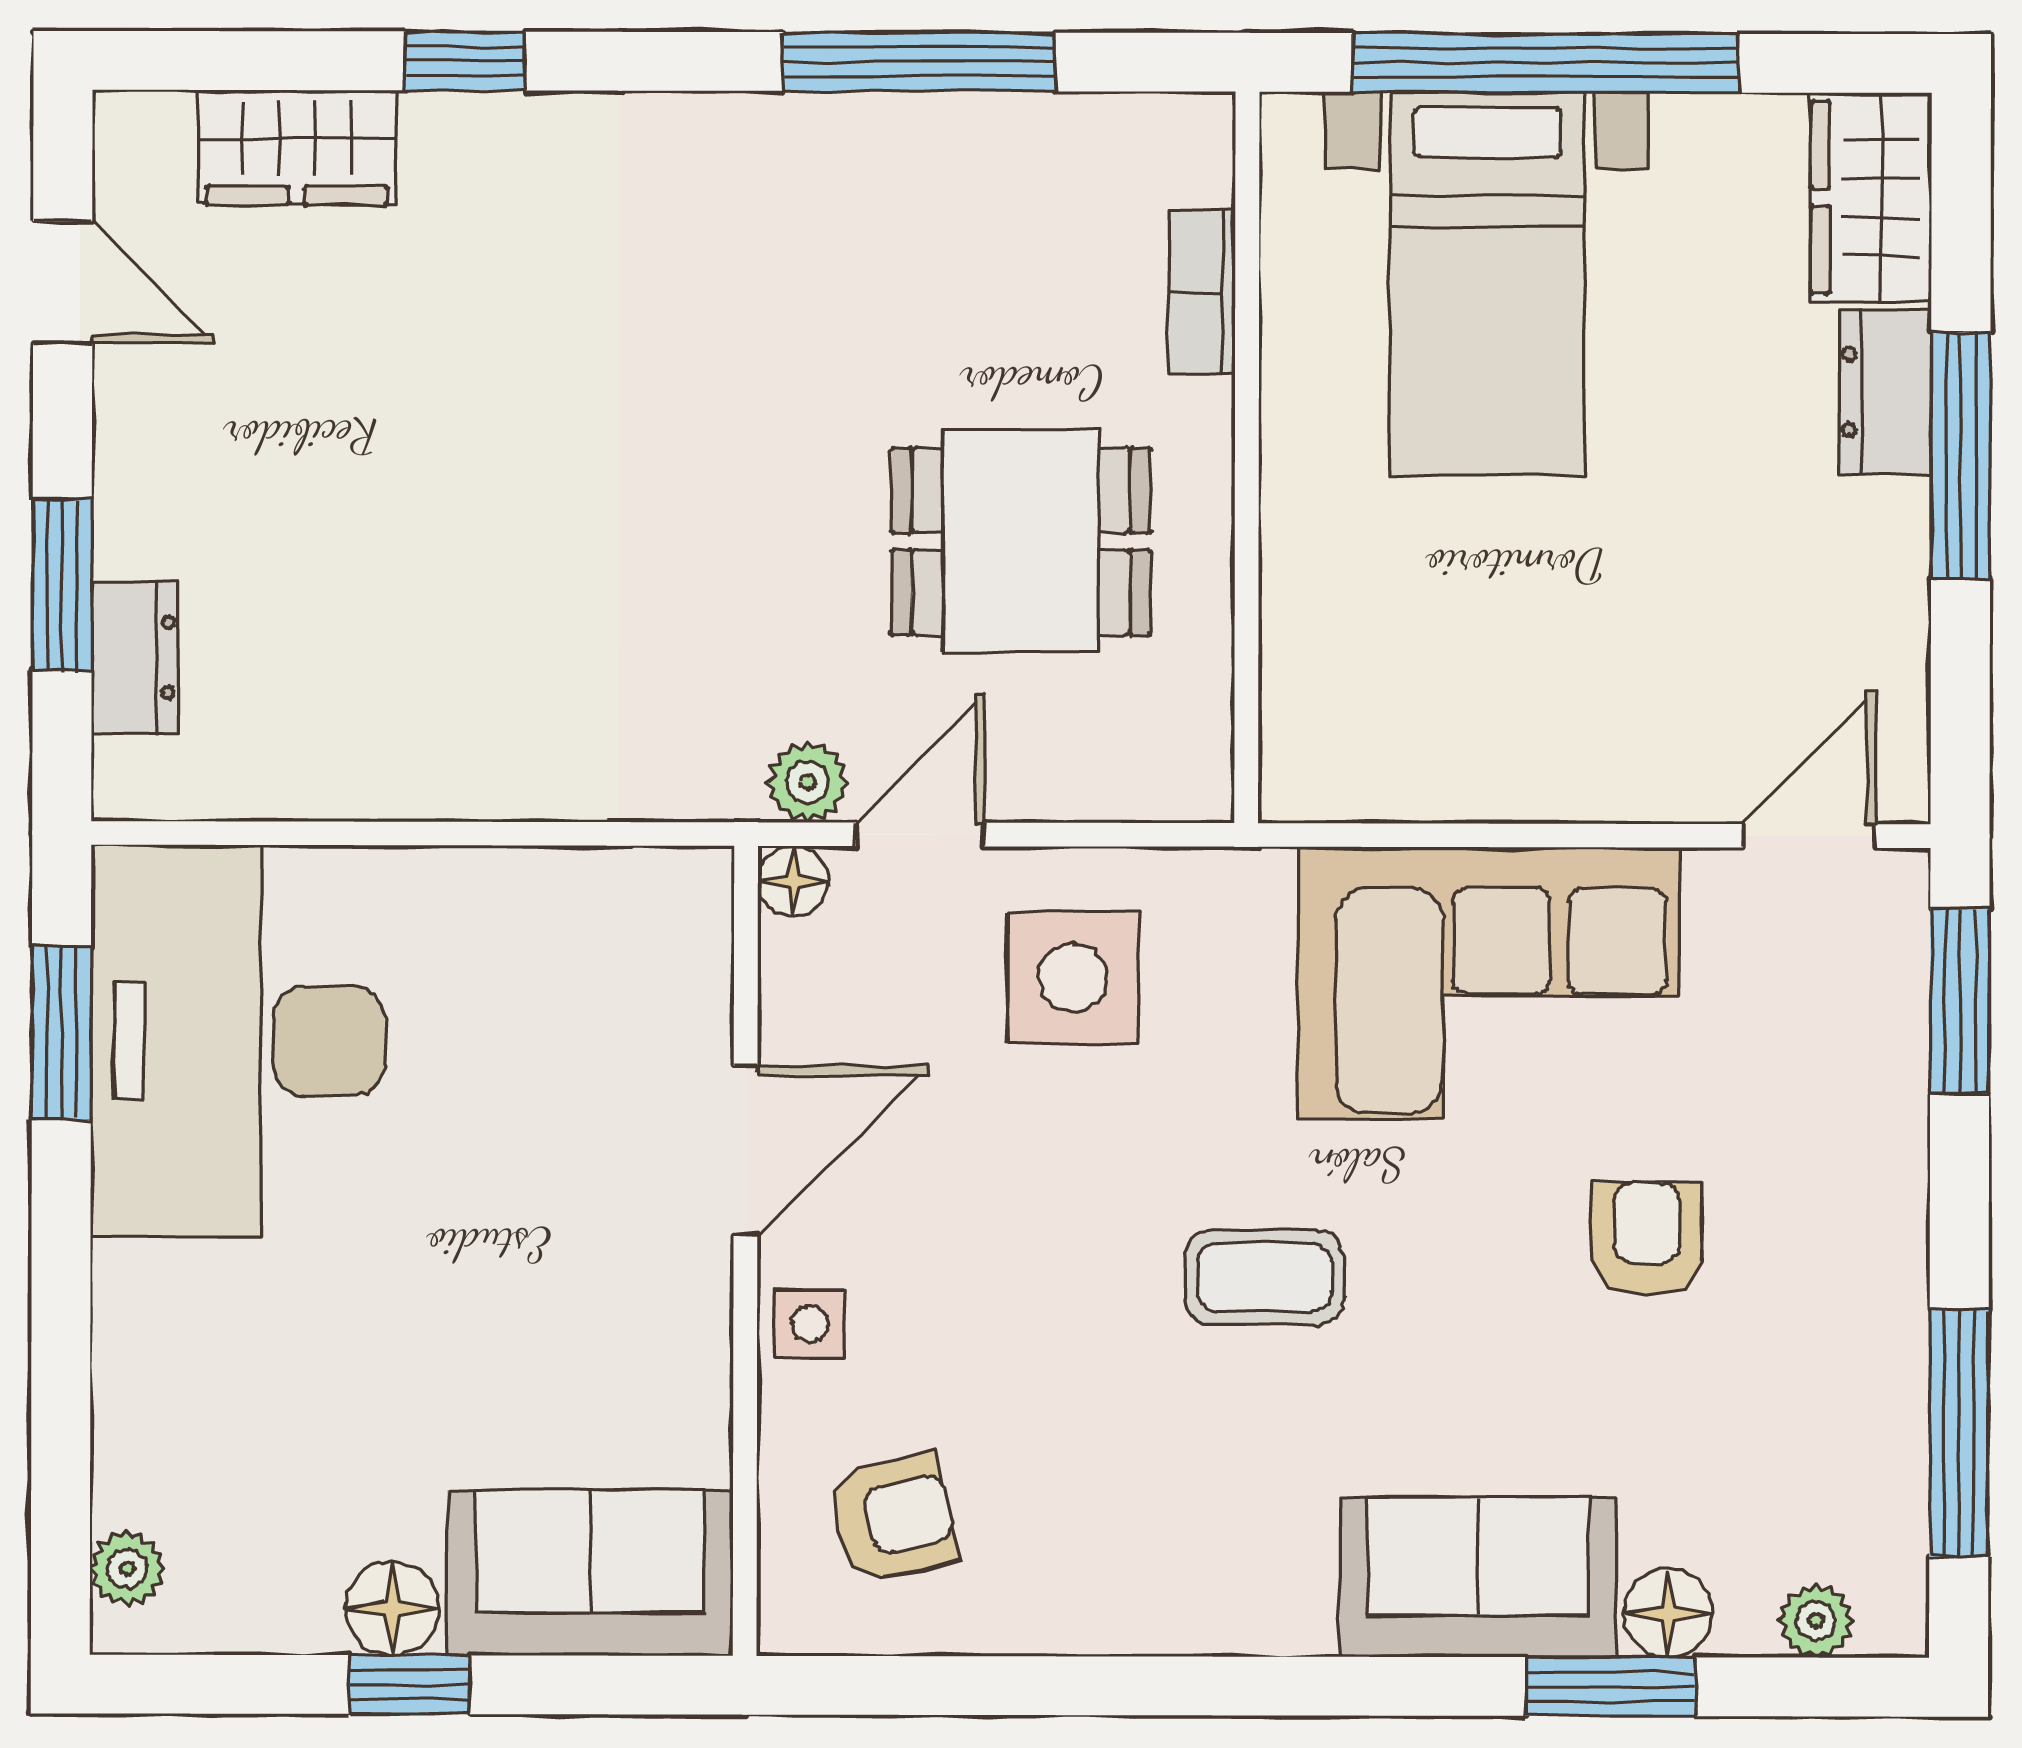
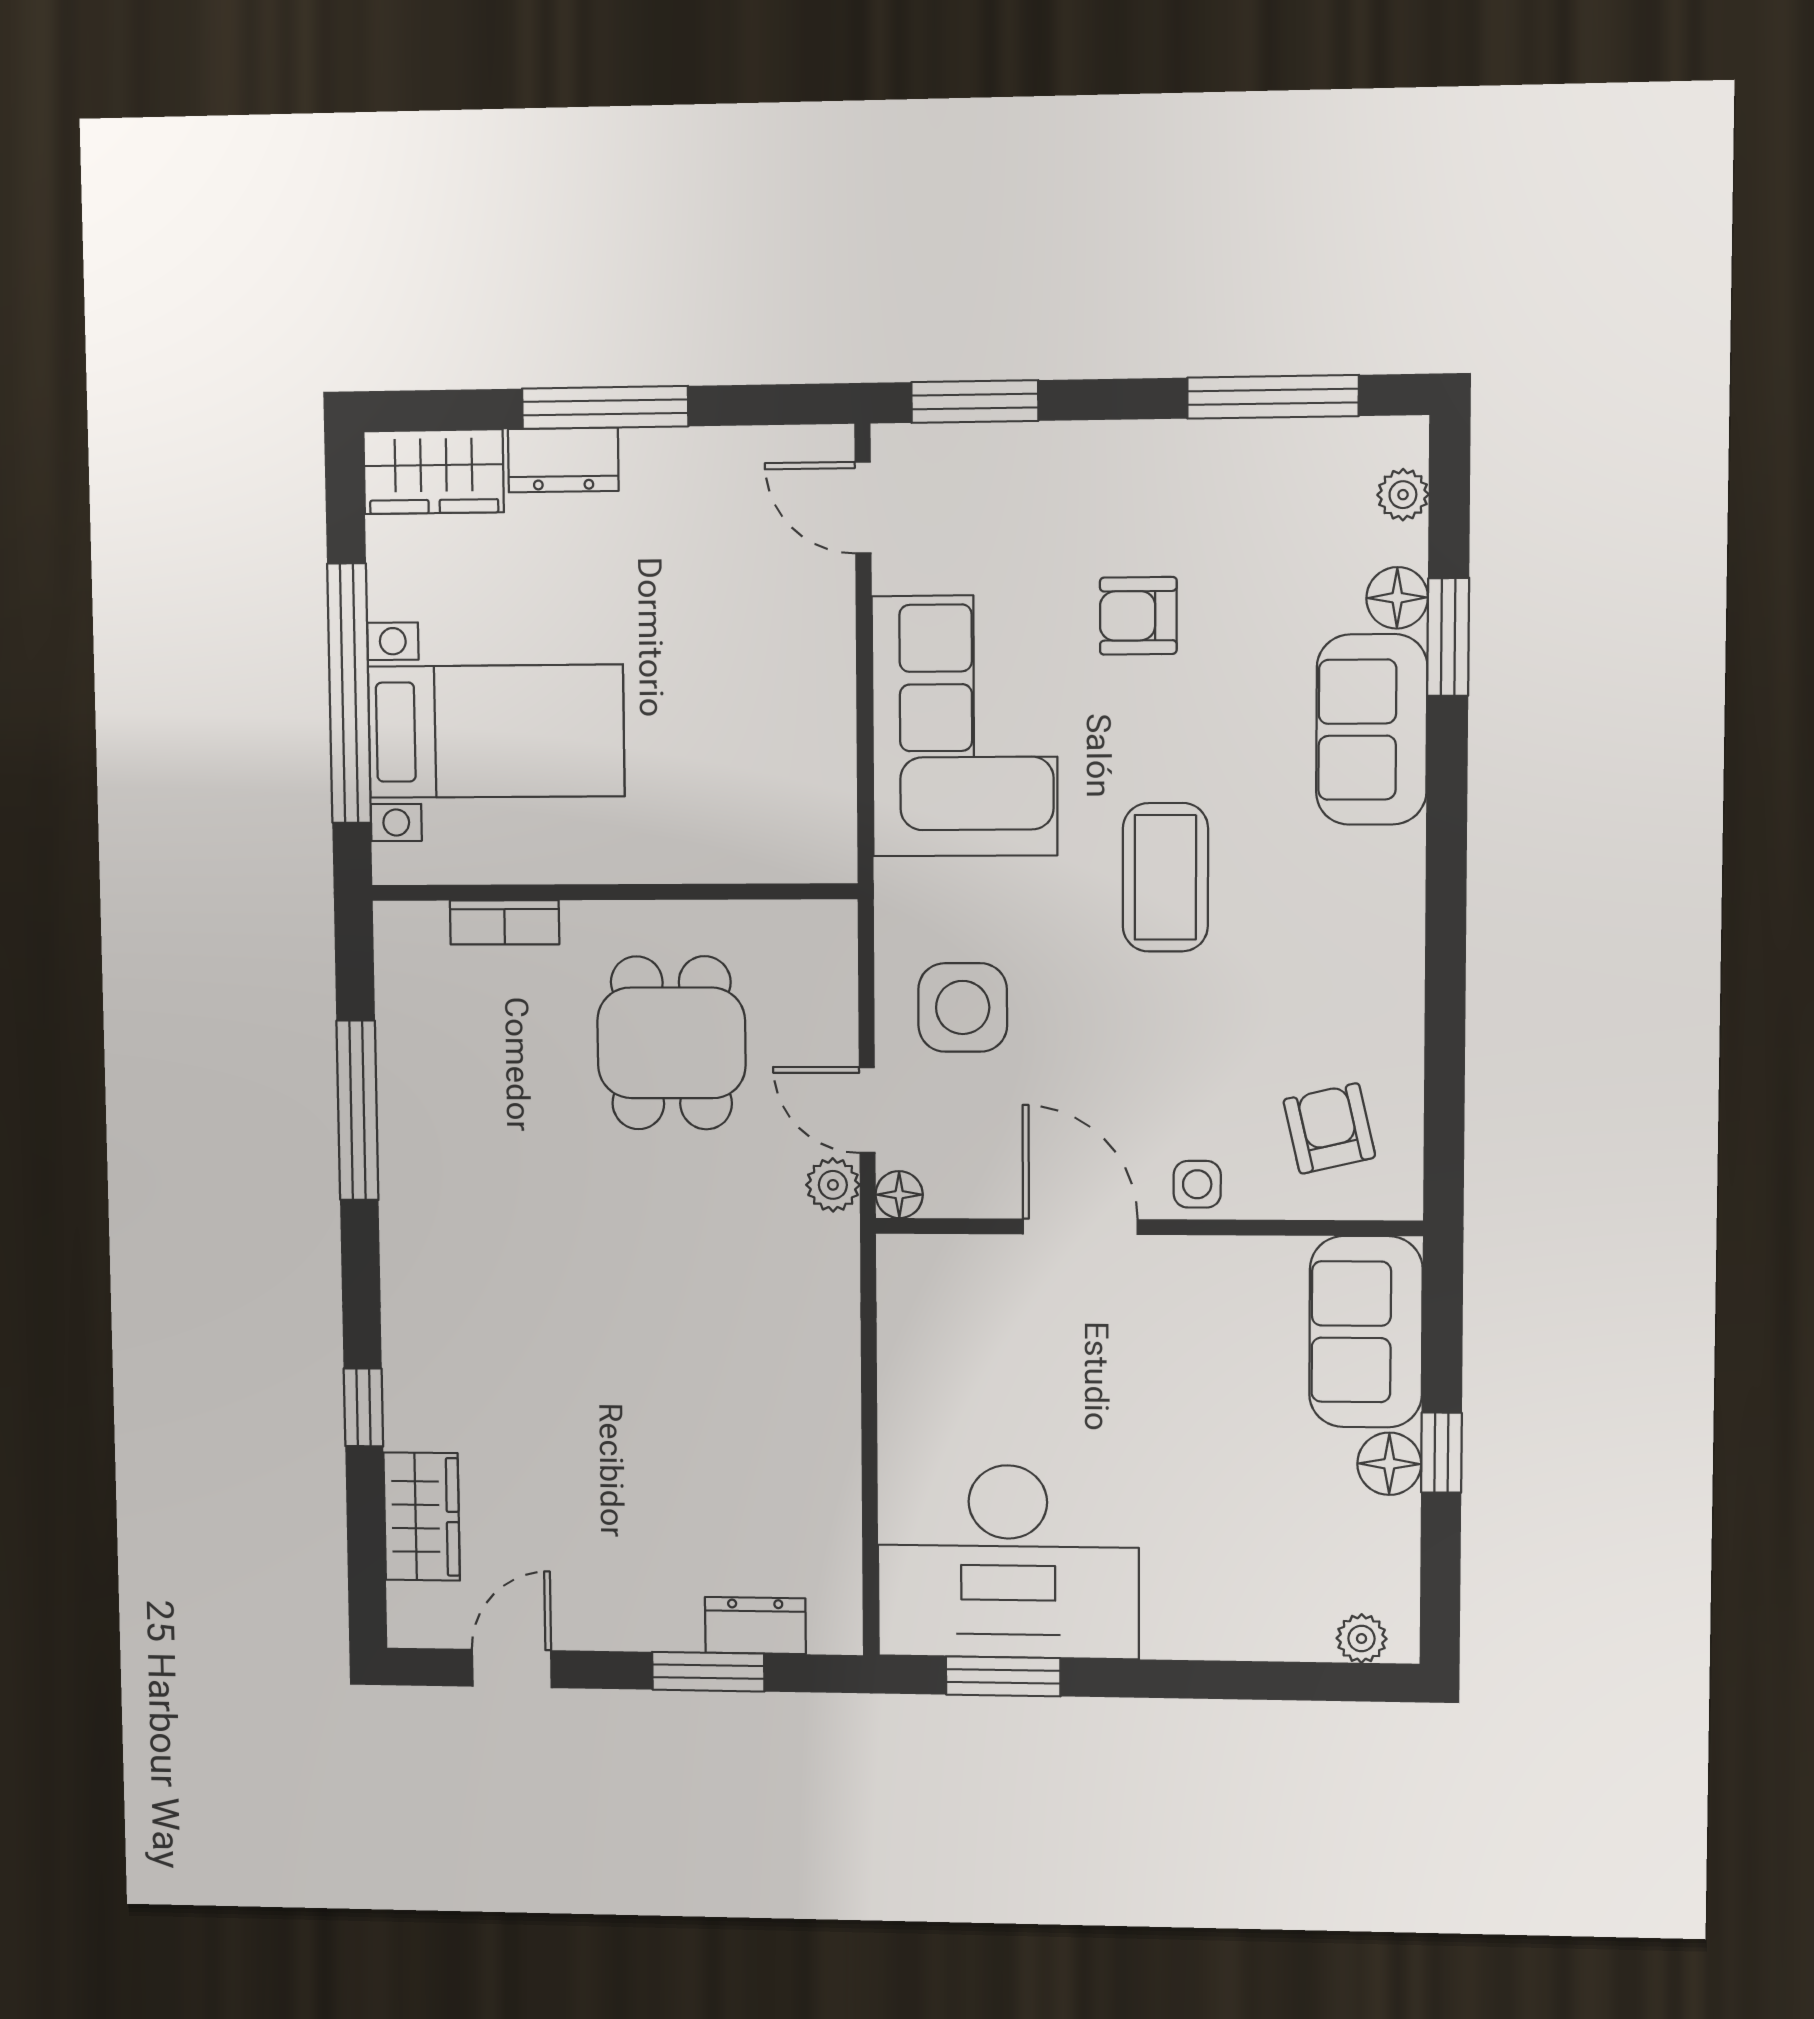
coffee table: (1264, 1278) -> (1165, 877), width x1.36, depth x1.30

